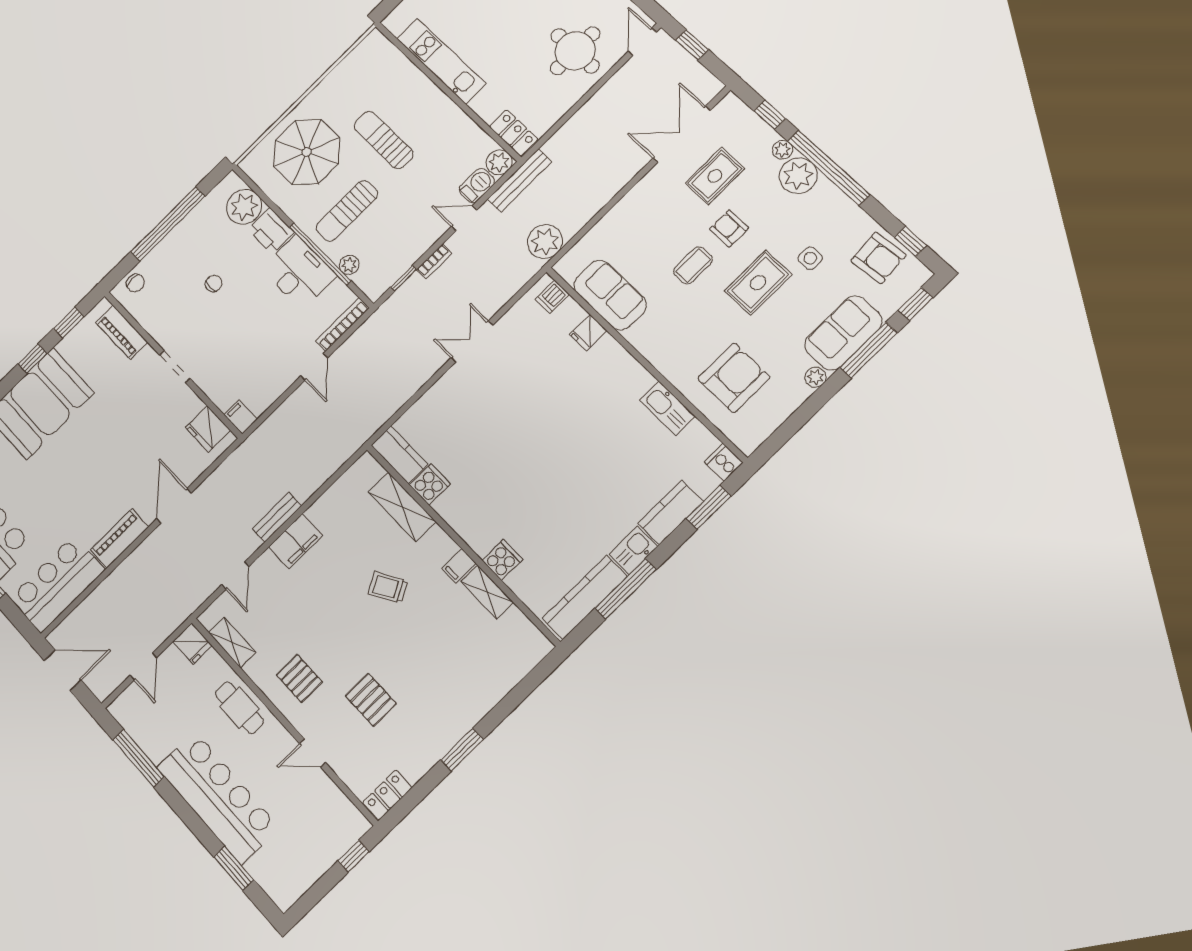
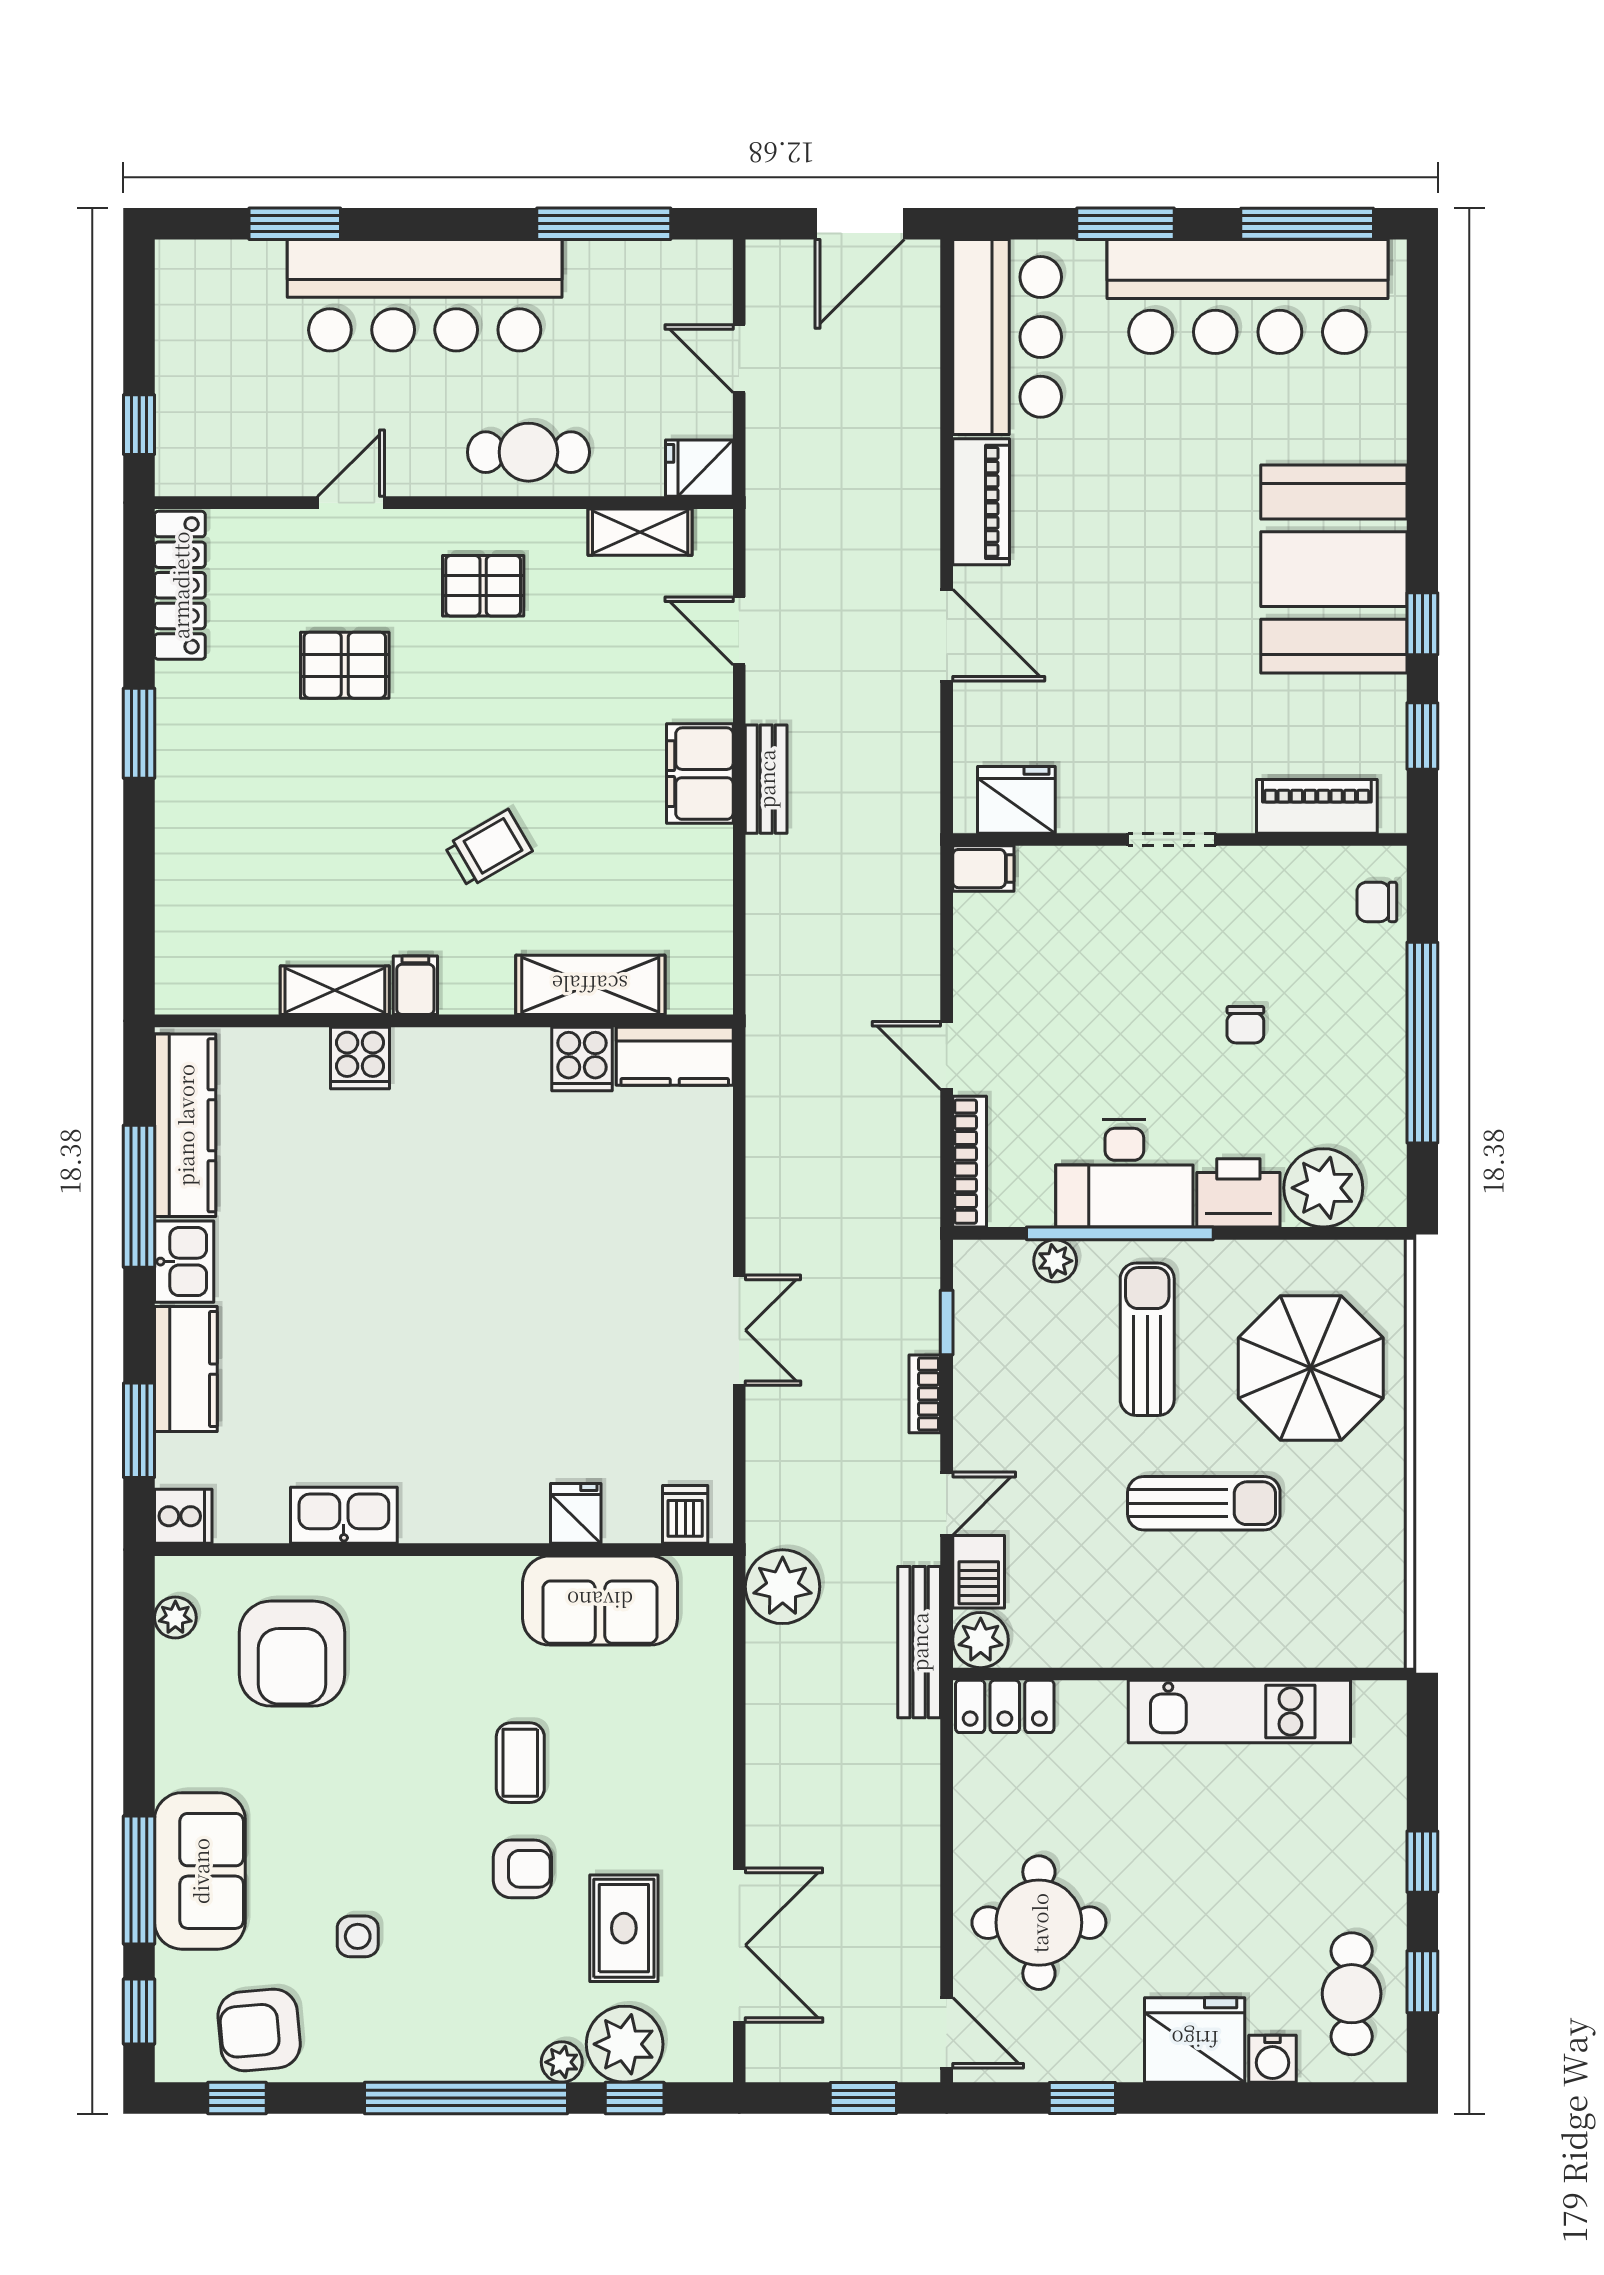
plant: (798, 176) -> (625, 2044), moved
rug: (758, 283) -> (398, 1828), removed
plant: (816, 377) -> (175, 1618), moved
locker: (387, 795) -> (180, 585), width x1.53

